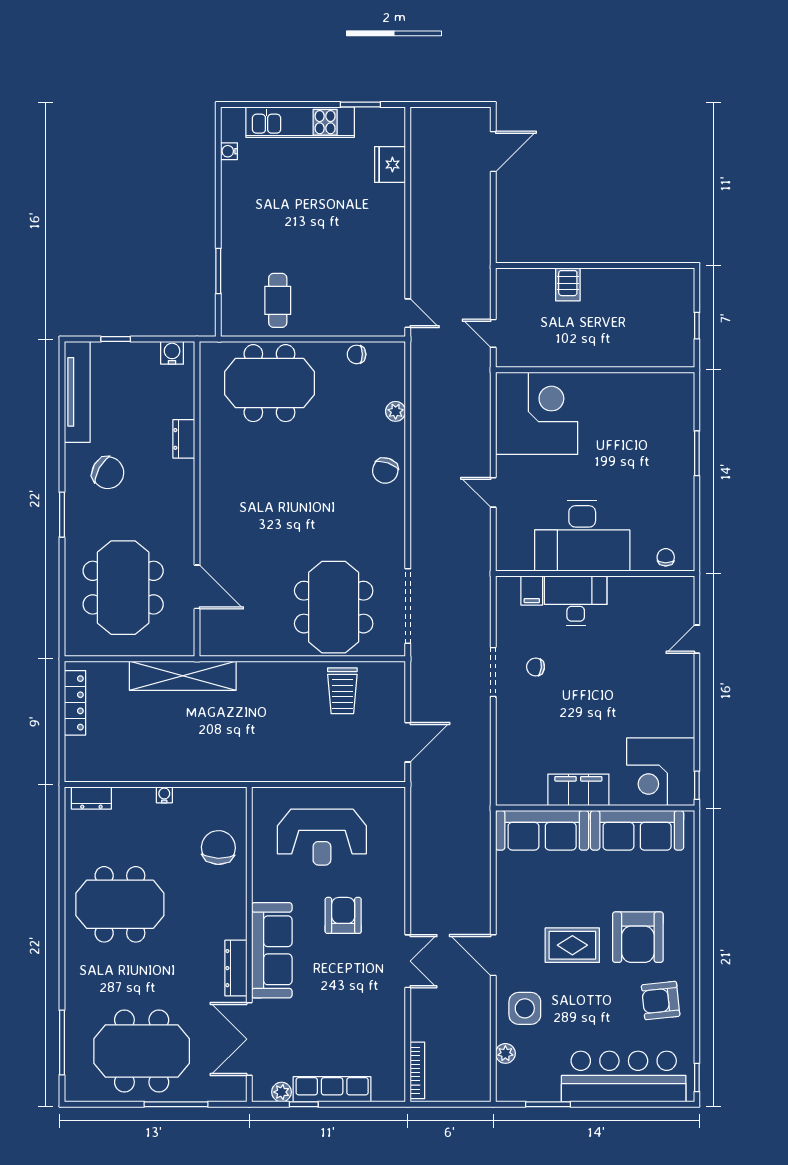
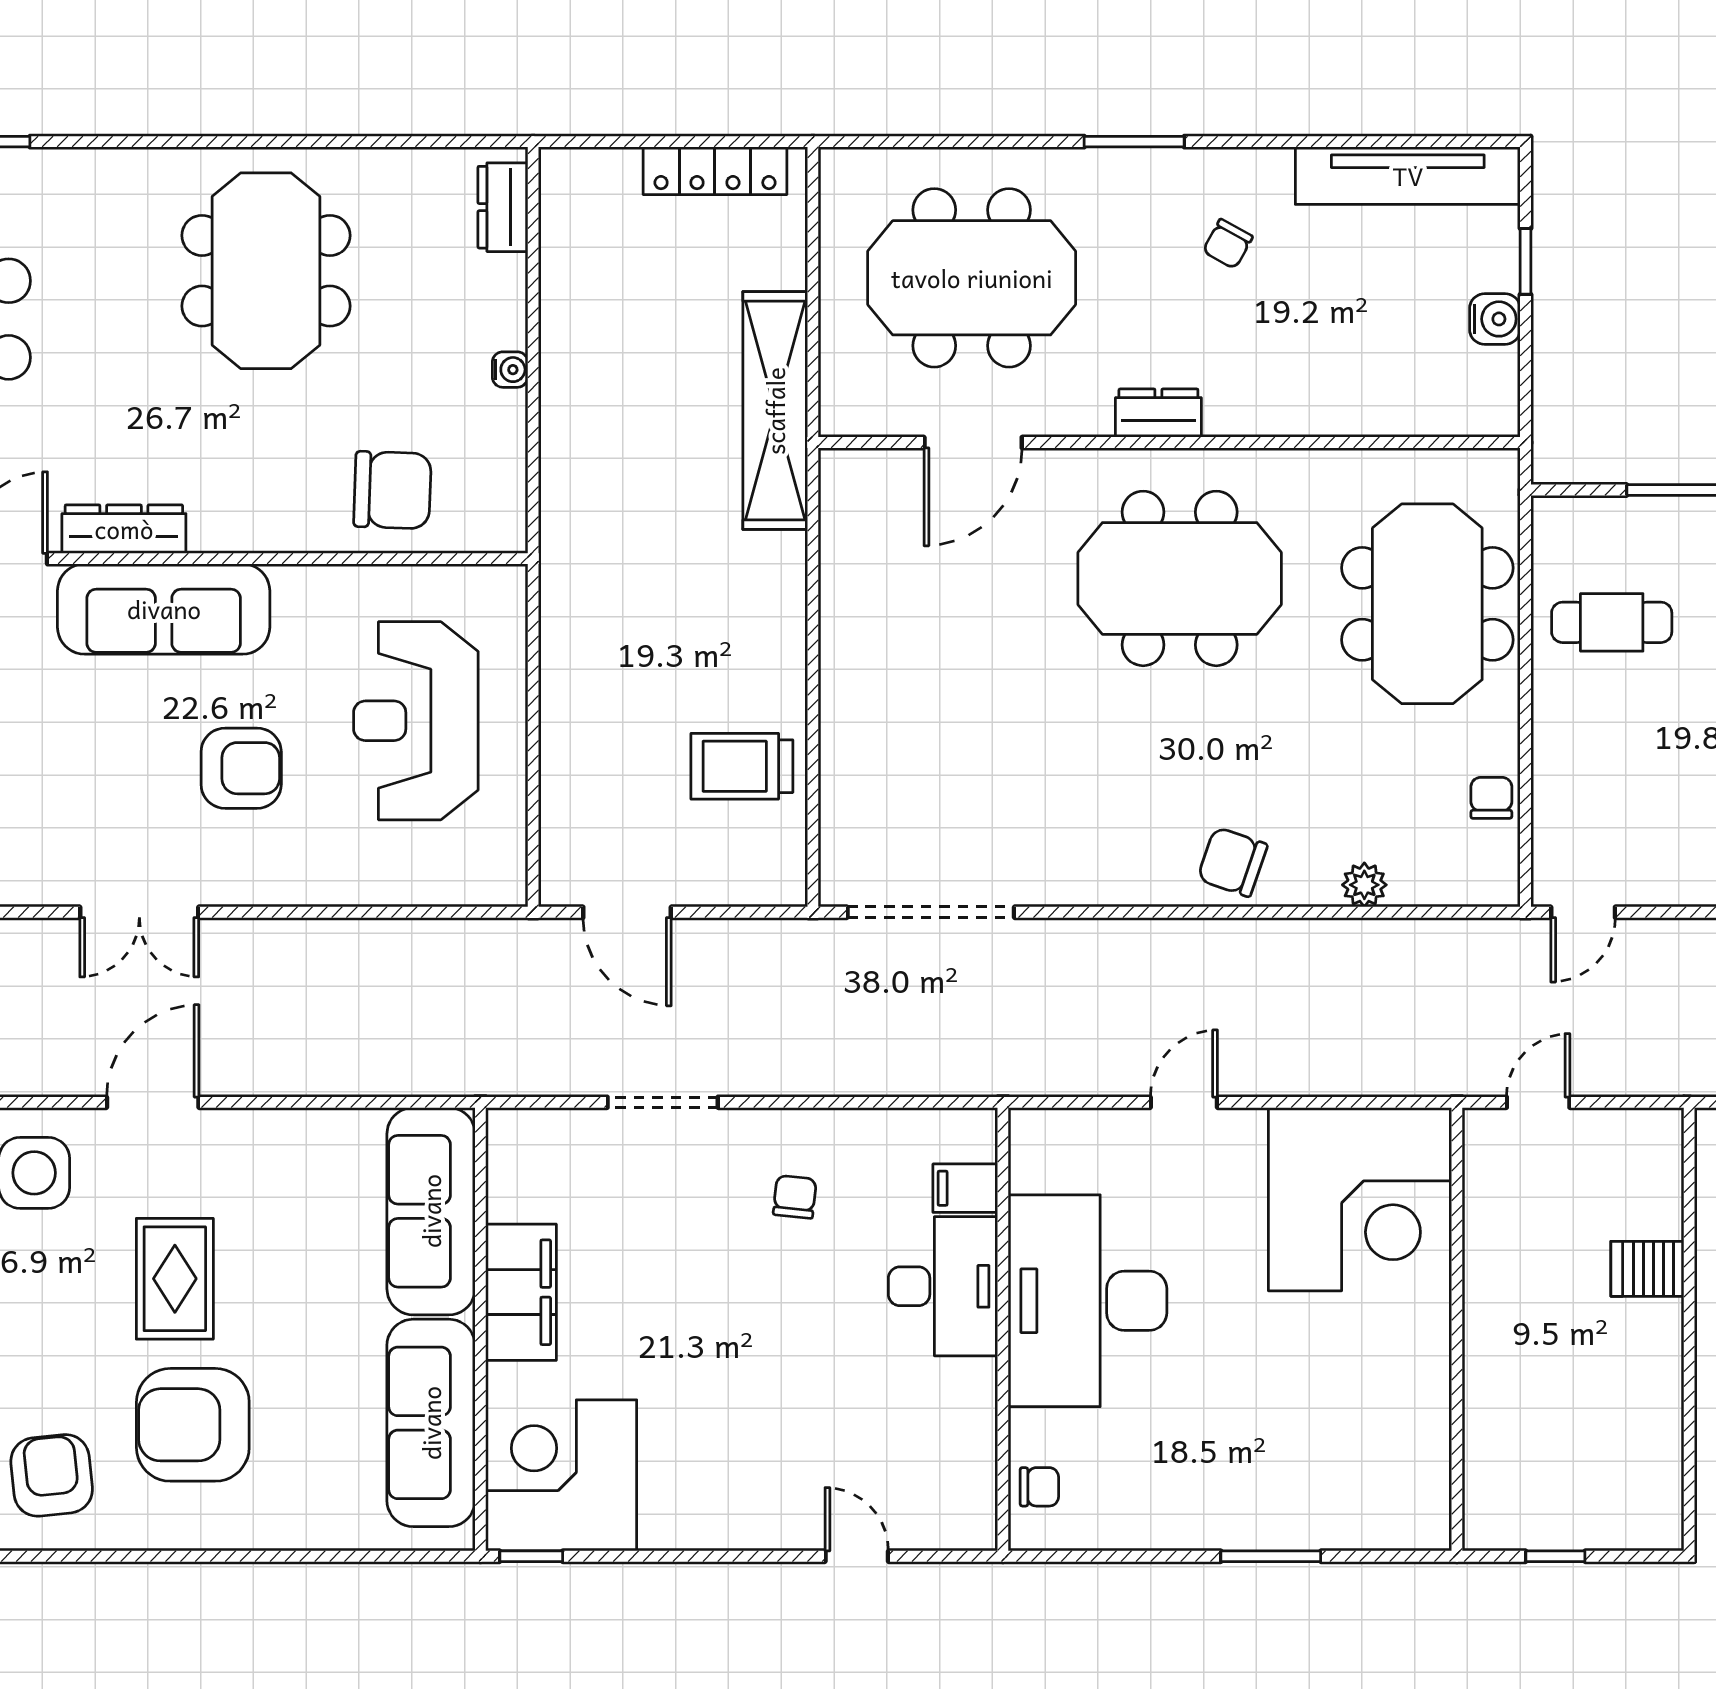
water cooler: (172, 353) -> (1495, 319), moved
dresser: (184, 439) -> (1158, 413), moved
chair: (108, 473) -> (1228, 244), width x0.54, depth x0.54
meeting table: (334, 607) -> (1180, 578), moved
doorway: (493, 672) -> (663, 1102), moved

